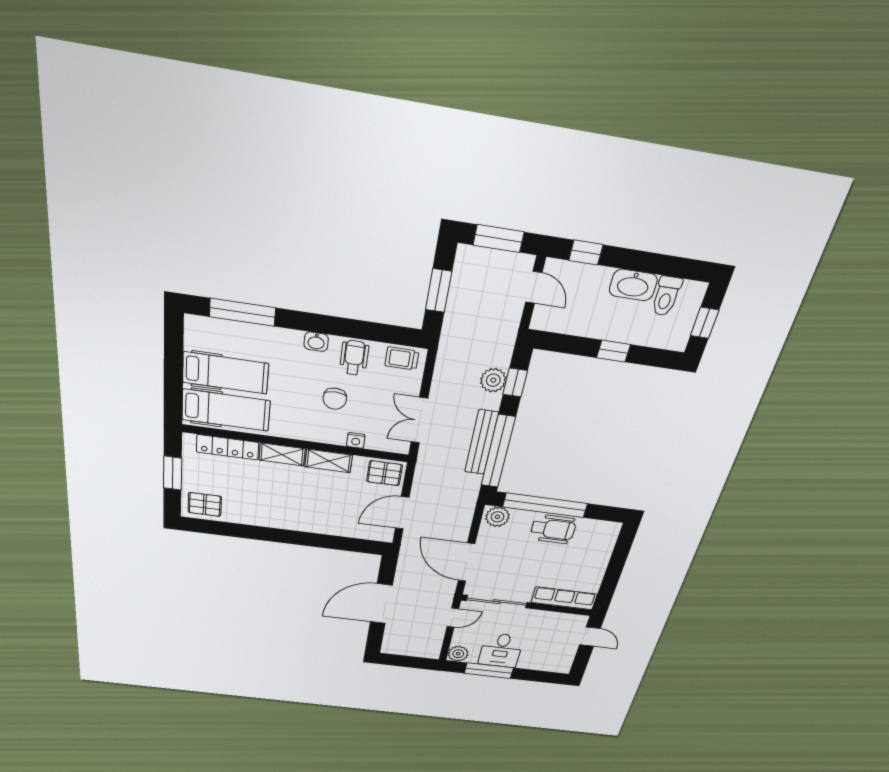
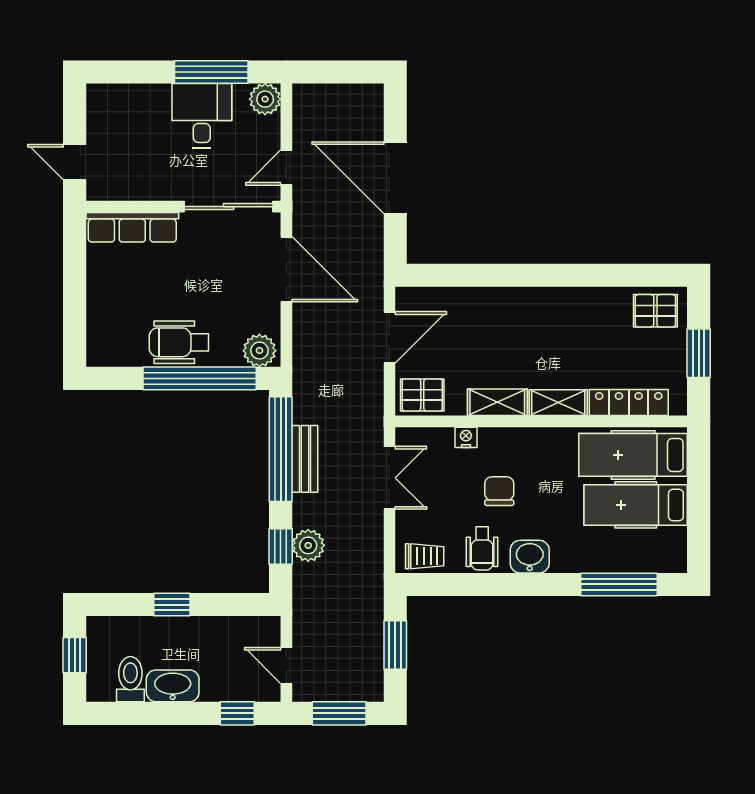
washbasin: (316, 342) -> (530, 557), width x1.38, depth x1.45
bench: (481, 442) -> (305, 459), width x0.73
door: (381, 604) -> (395, 178), swing flipped

